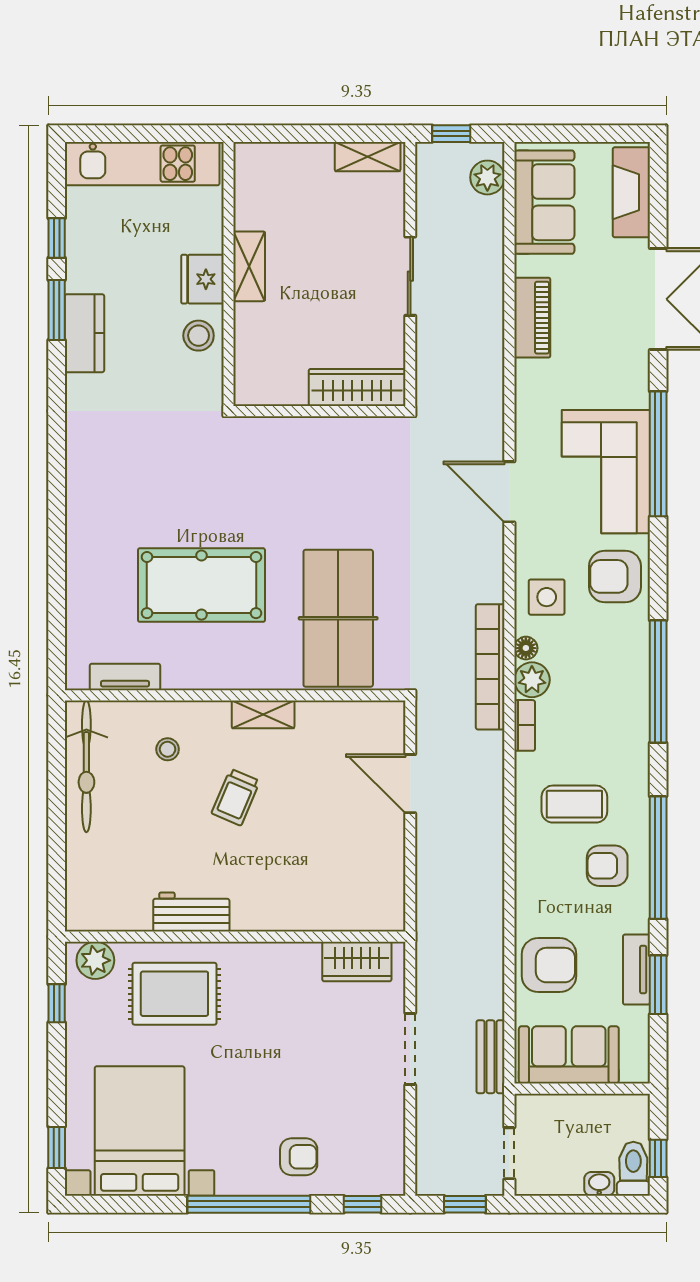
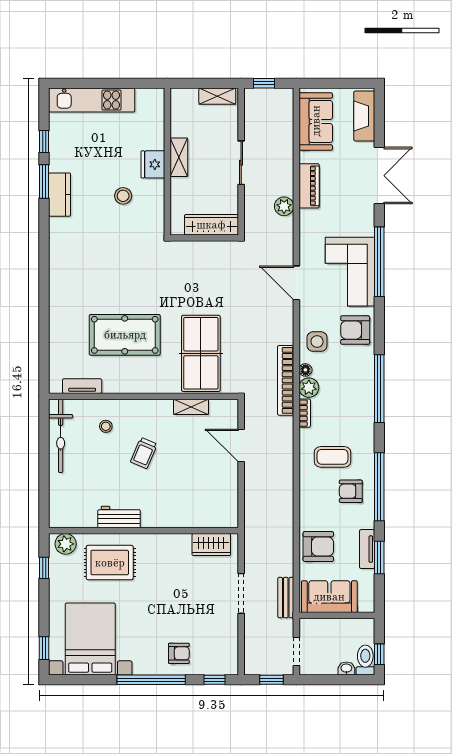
plant: (487, 177) -> (284, 206), moved
shelving: (249, 266) -> (179, 157), moved
wall: (229, 274) -> (167, 162), moved
fridge: (202, 279) -> (153, 164), moved
shelving: (263, 714) -> (191, 407), moved

